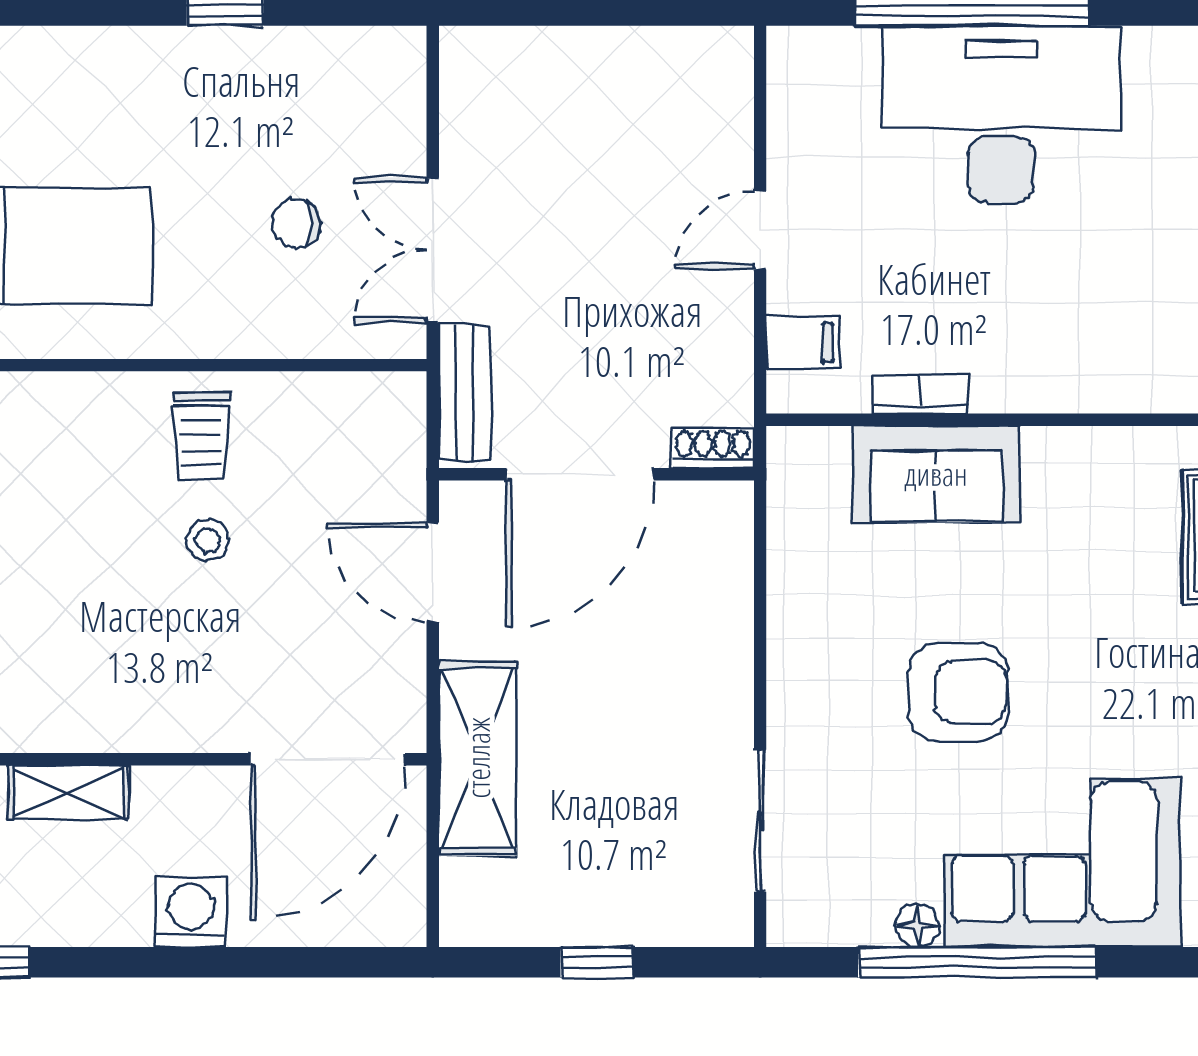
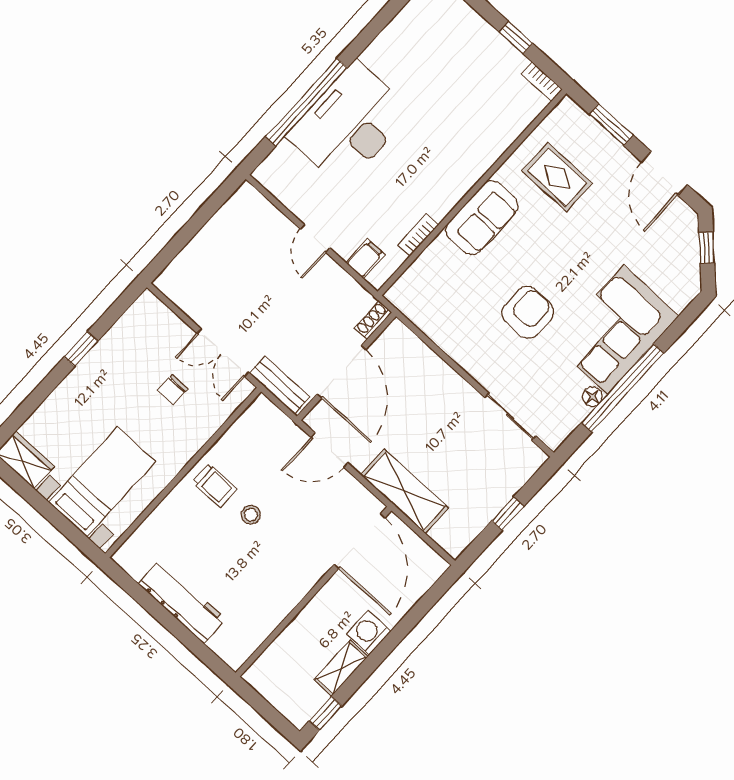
sofa: (936, 474) -> (482, 218), moved
shelving: (68, 792) -> (341, 668), moved

